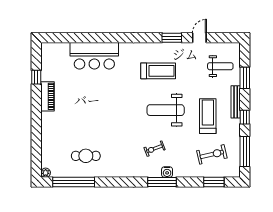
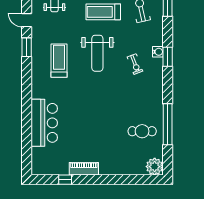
cafe table: (86, 156) -> (142, 131), turned 90
plant: (46, 173) -> (155, 167), width x1.88, depth x1.88
window: (74, 182) -> (168, 124), moved
window: (162, 182) -> (168, 57), width x0.69

